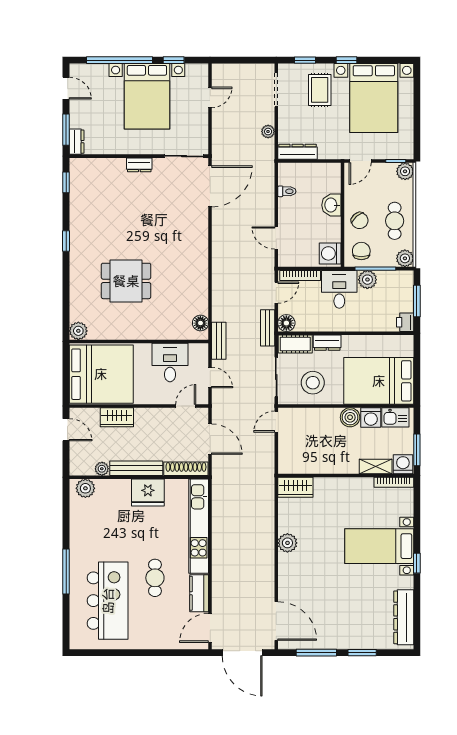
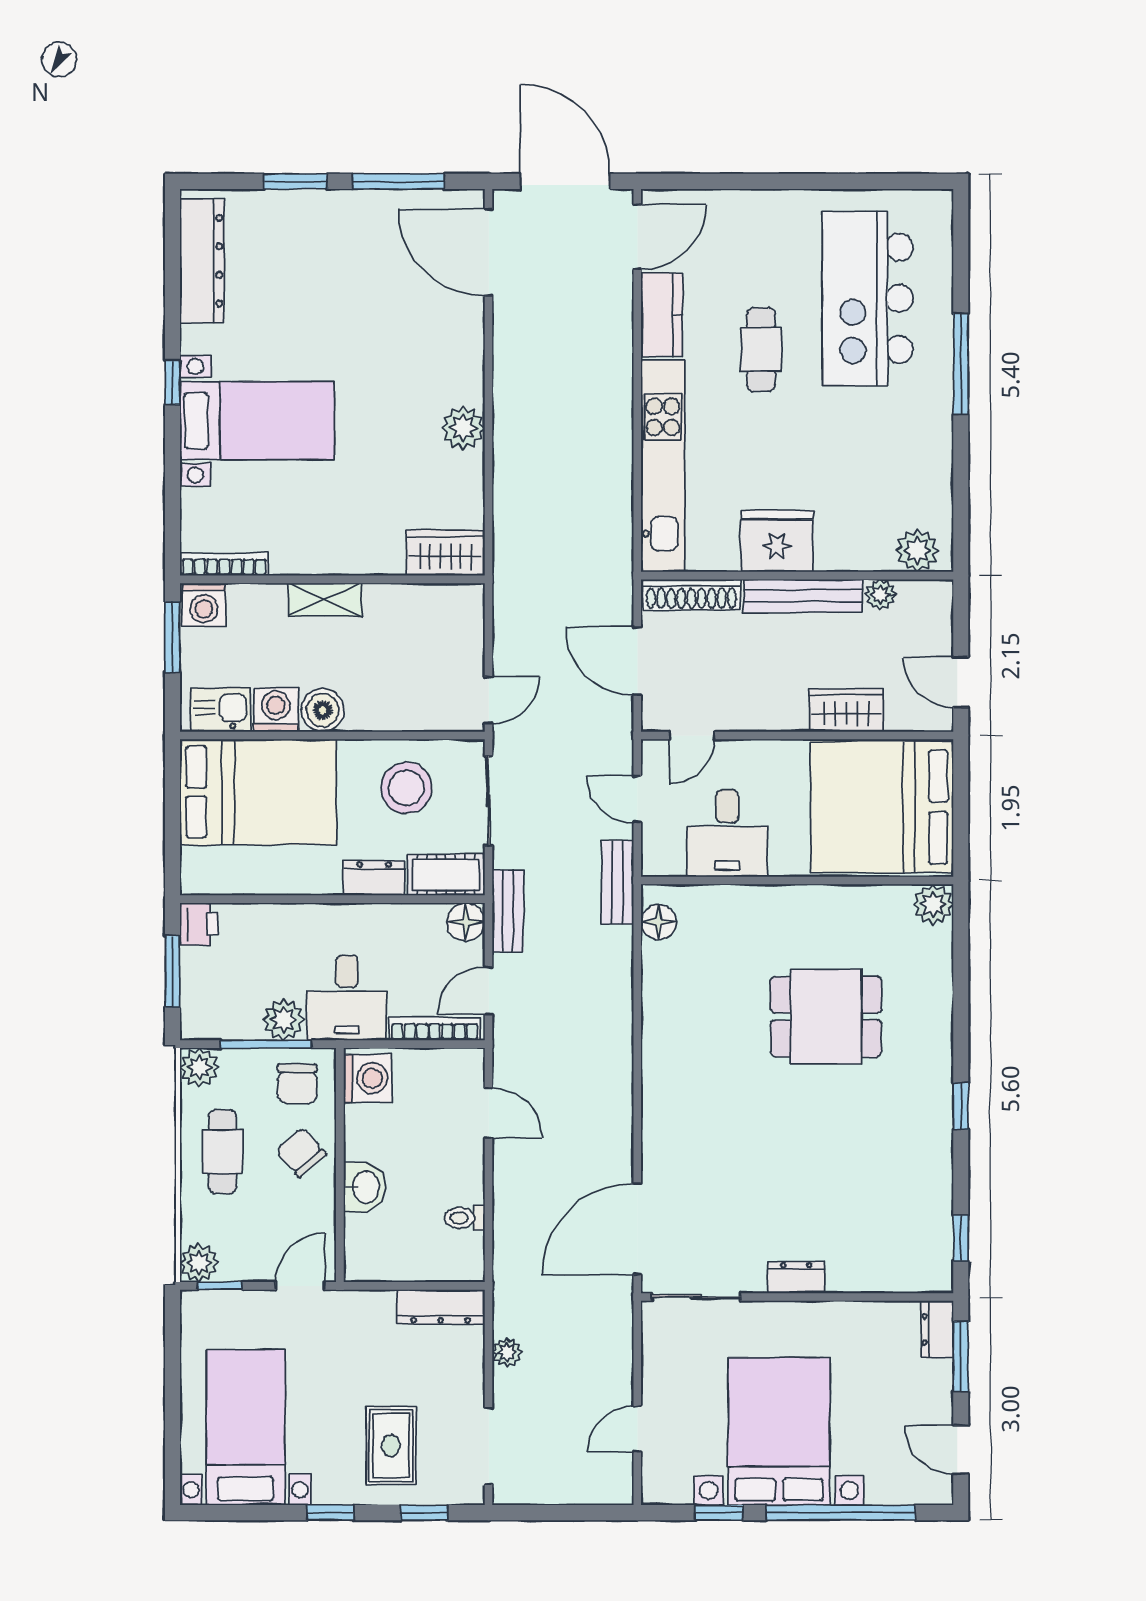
bed with nightstands: (374, 98) -> (246, 1428), width x0.73
shelving: (376, 467) -> (325, 600), moved

